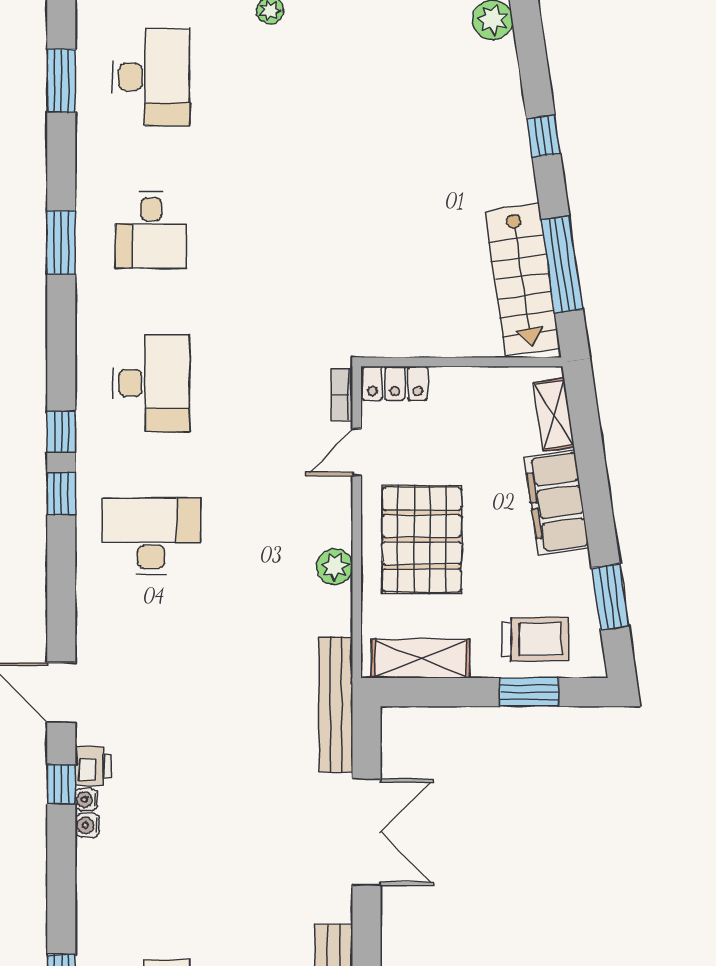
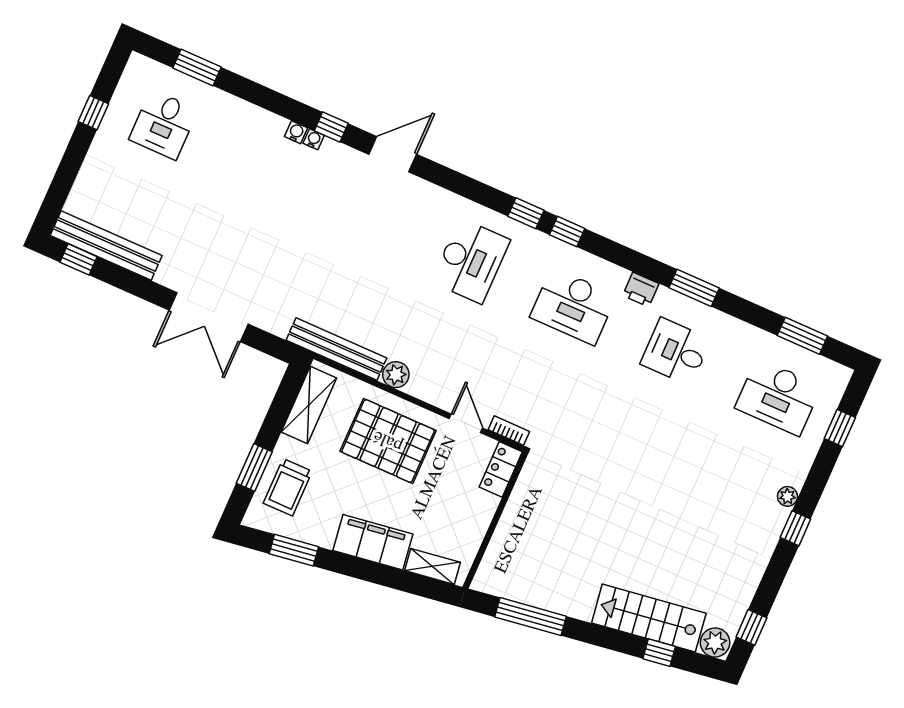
window: (544, 136) -> (659, 653), moved
stairs: (522, 280) -> (649, 618), moved
bench: (336, 705) -> (336, 349), moved
printer: (93, 766) -> (641, 290), moved

